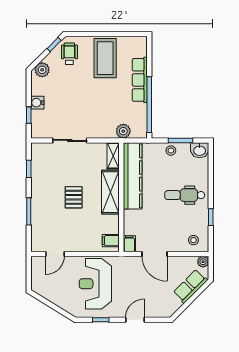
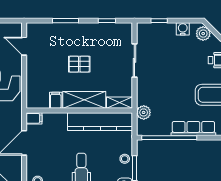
water cooler: (37, 103) -> (183, 29), moved
filing cabinet: (111, 241) -> (56, 100), moved

